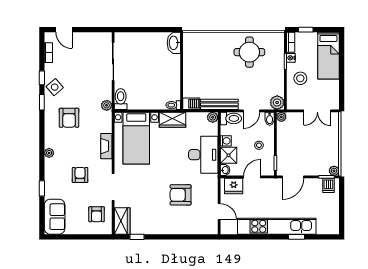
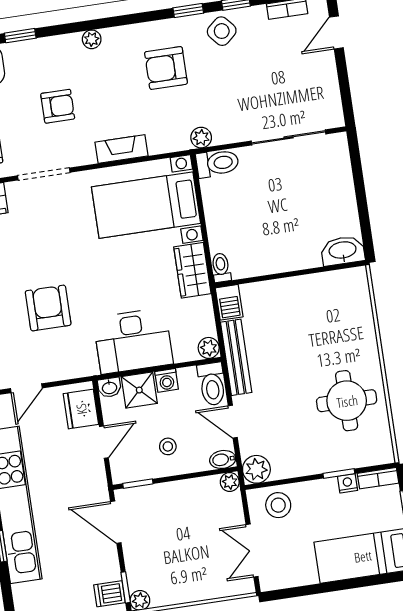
stool: (300, 78) -> (278, 505), moved
door: (252, 177) -> (104, 442), hinge flipped

